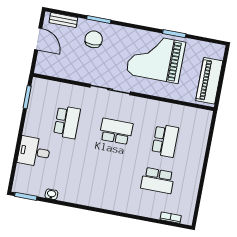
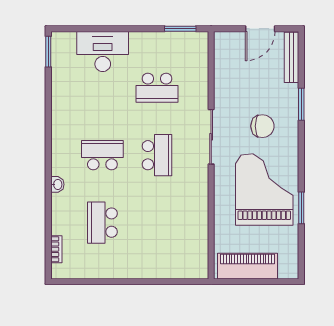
bench: (63, 20) -> (292, 57), width x1.36
chair: (94, 39) -> (262, 126), moved
school desk: (165, 141) -> (102, 155), moved, turned 180
desk: (34, 152) -> (103, 52), width x1.37
washbasin: (51, 194) -> (57, 184), moved

